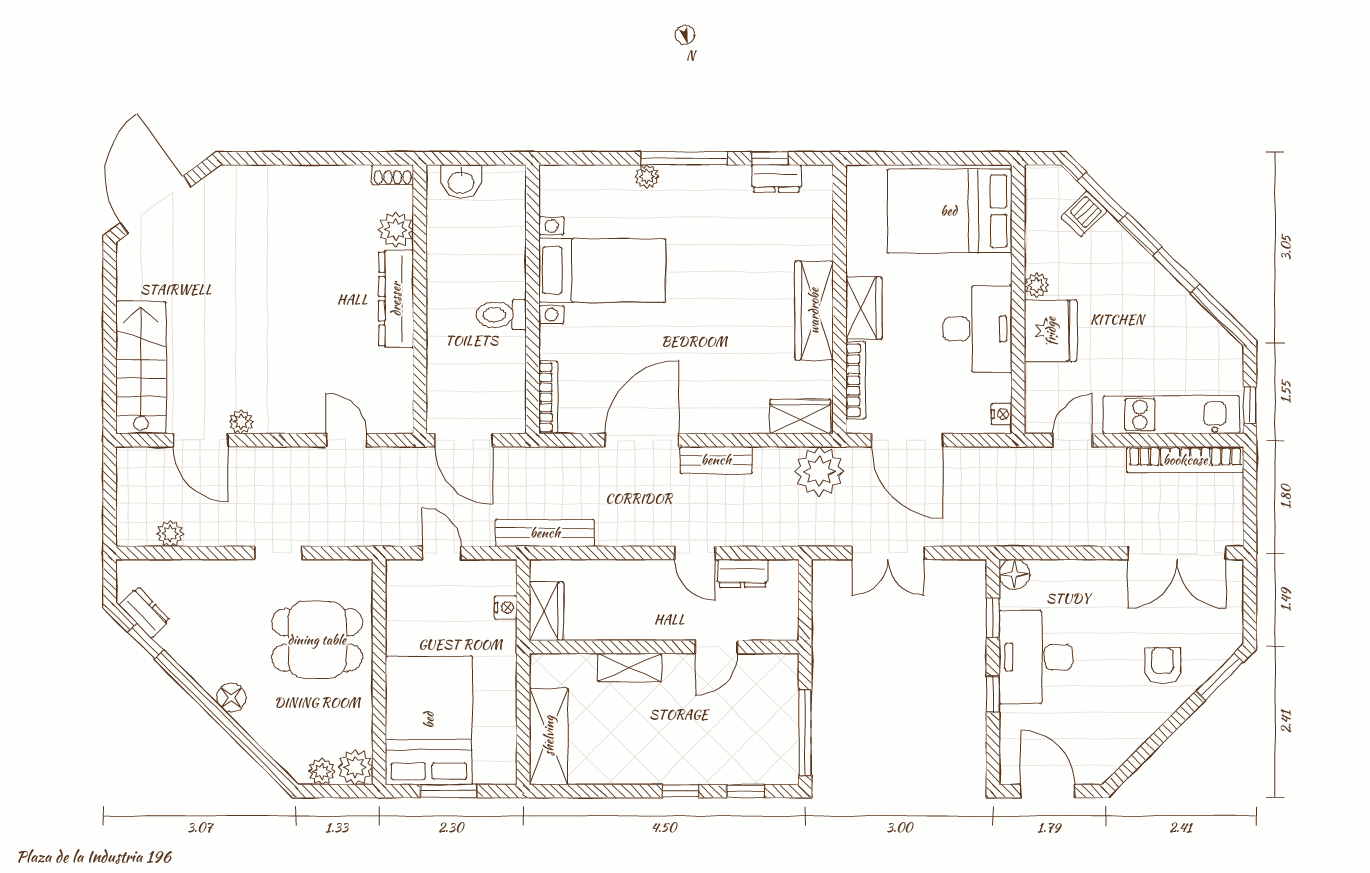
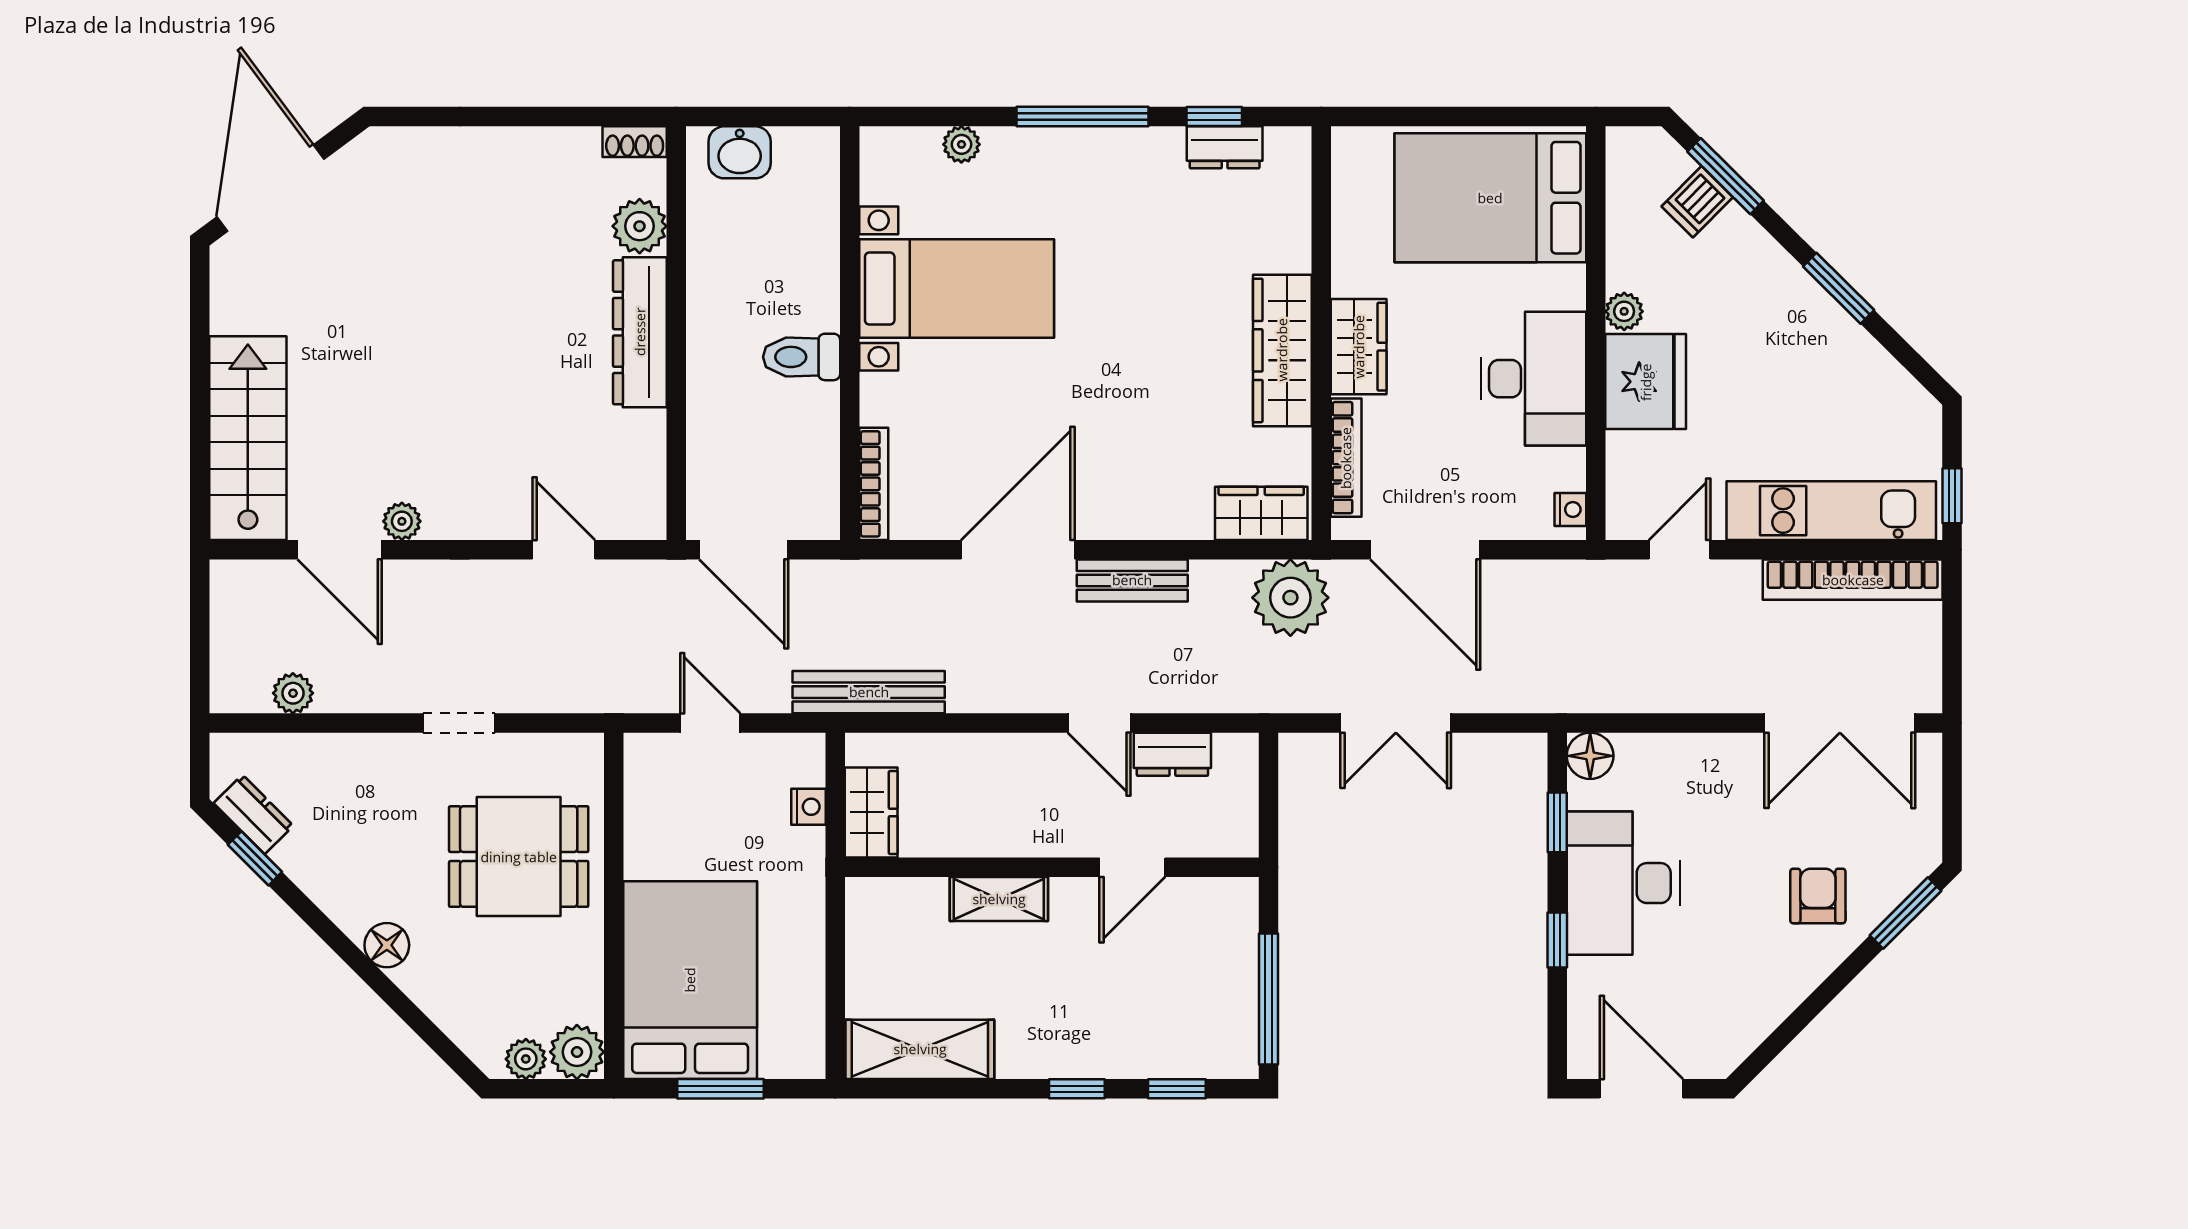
plant: (647, 176) -> (961, 144), moved
shelving: (549, 736) -> (920, 1049), moved, turned 90

